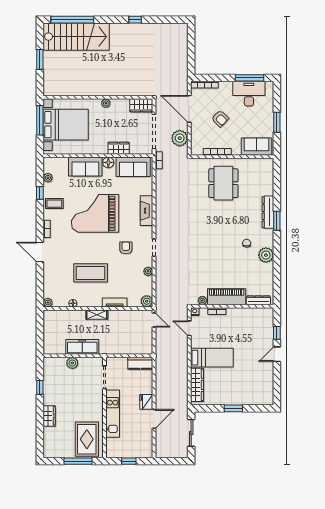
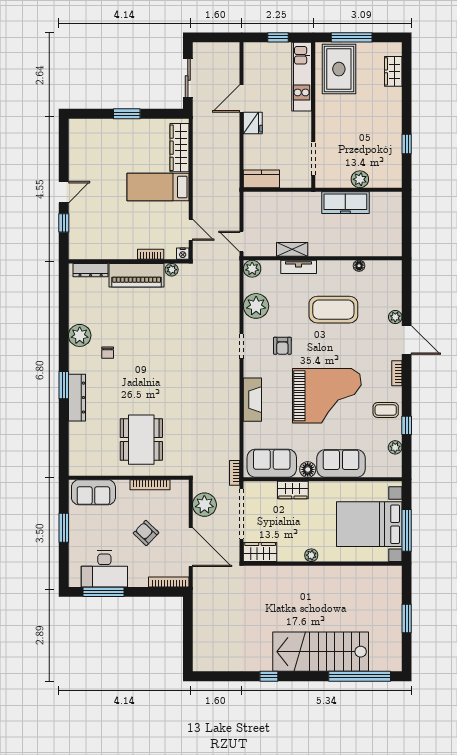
stairs: (76, 37) -> (321, 652), moved
plant: (148, 271) -> (256, 306), width x1.88, depth x1.88
plant: (48, 303) -> (395, 317), moved
shelving: (97, 315) -> (292, 249), moved
kitchen unit: (113, 414) -> (302, 77), moved
wardrobe: (49, 416) -> (393, 71), moved

